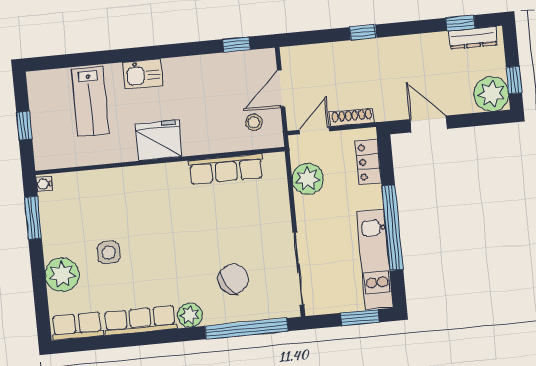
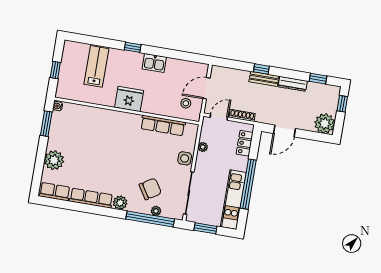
dresser: (473, 38) -> (293, 84), moved
window: (236, 45) -> (133, 47), moved
bench: (372, 48) -> (264, 79), added
kitchen sink: (143, 74) -> (154, 63), moved
window: (514, 80) -> (342, 104), moved
lab bench: (90, 101) -> (96, 66), turned 180
door: (429, 124) -> (284, 131), swing flipped
plant: (308, 179) -> (203, 147), width x0.53, depth x0.53
side table: (109, 252) -> (185, 158), moved
plant: (253, 313) -> (156, 211), added
window: (360, 318) -> (205, 228), moved

